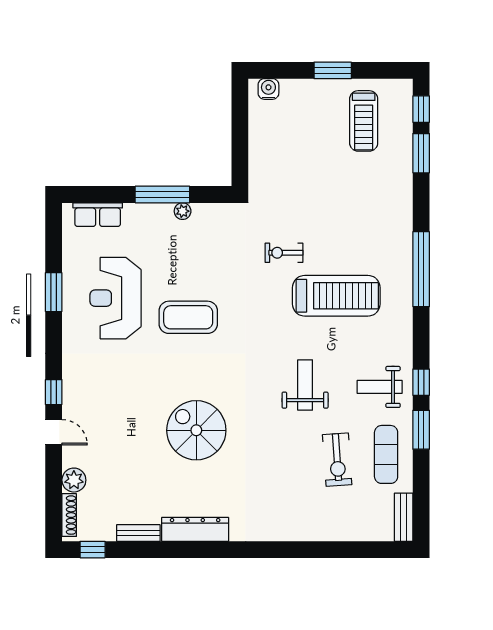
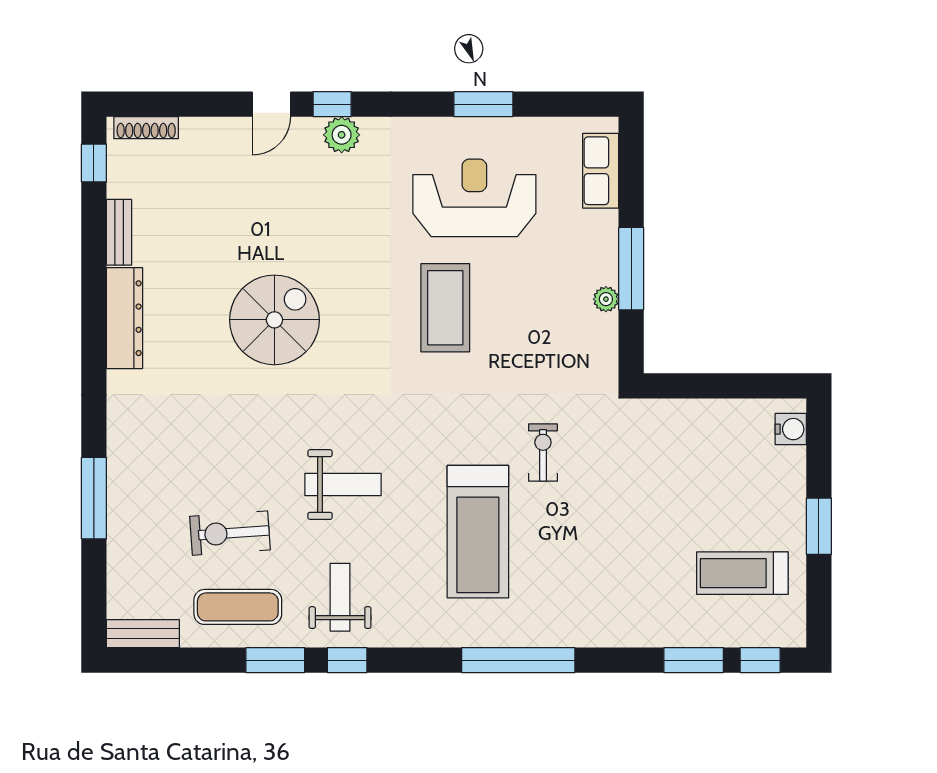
plant: (74, 480) -> (342, 135), moved
window: (314, 550) -> (94, 498), added

